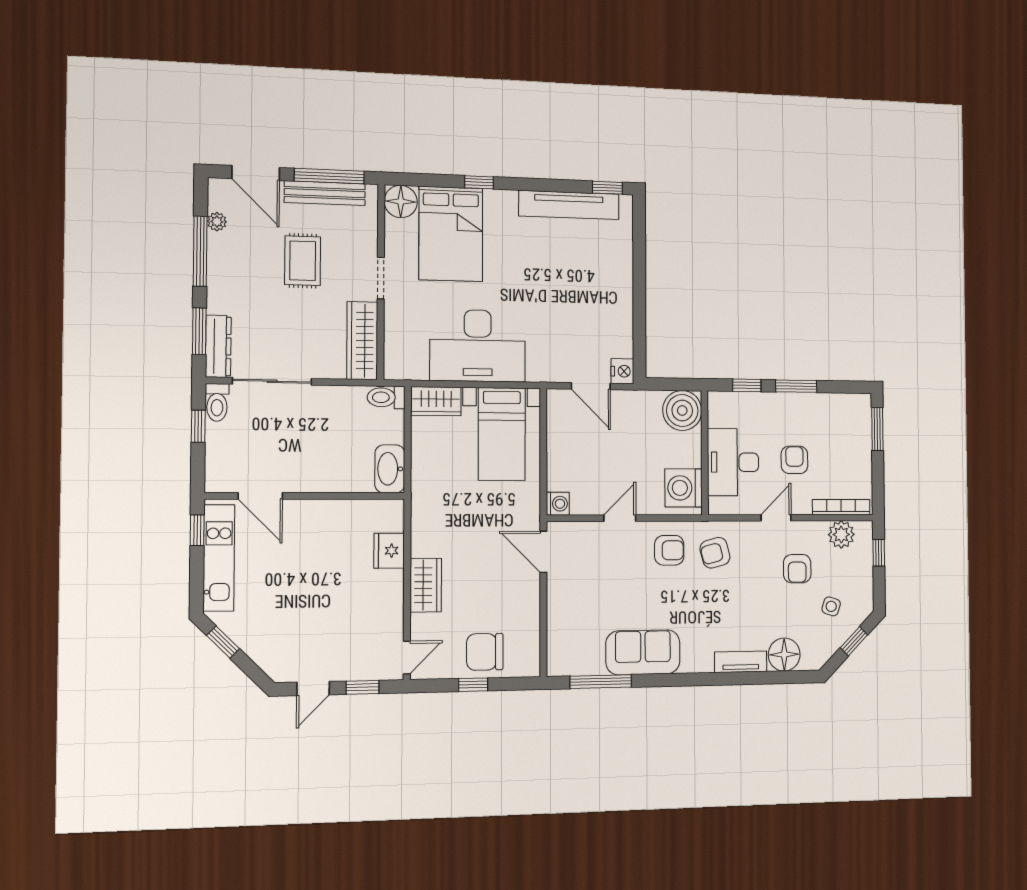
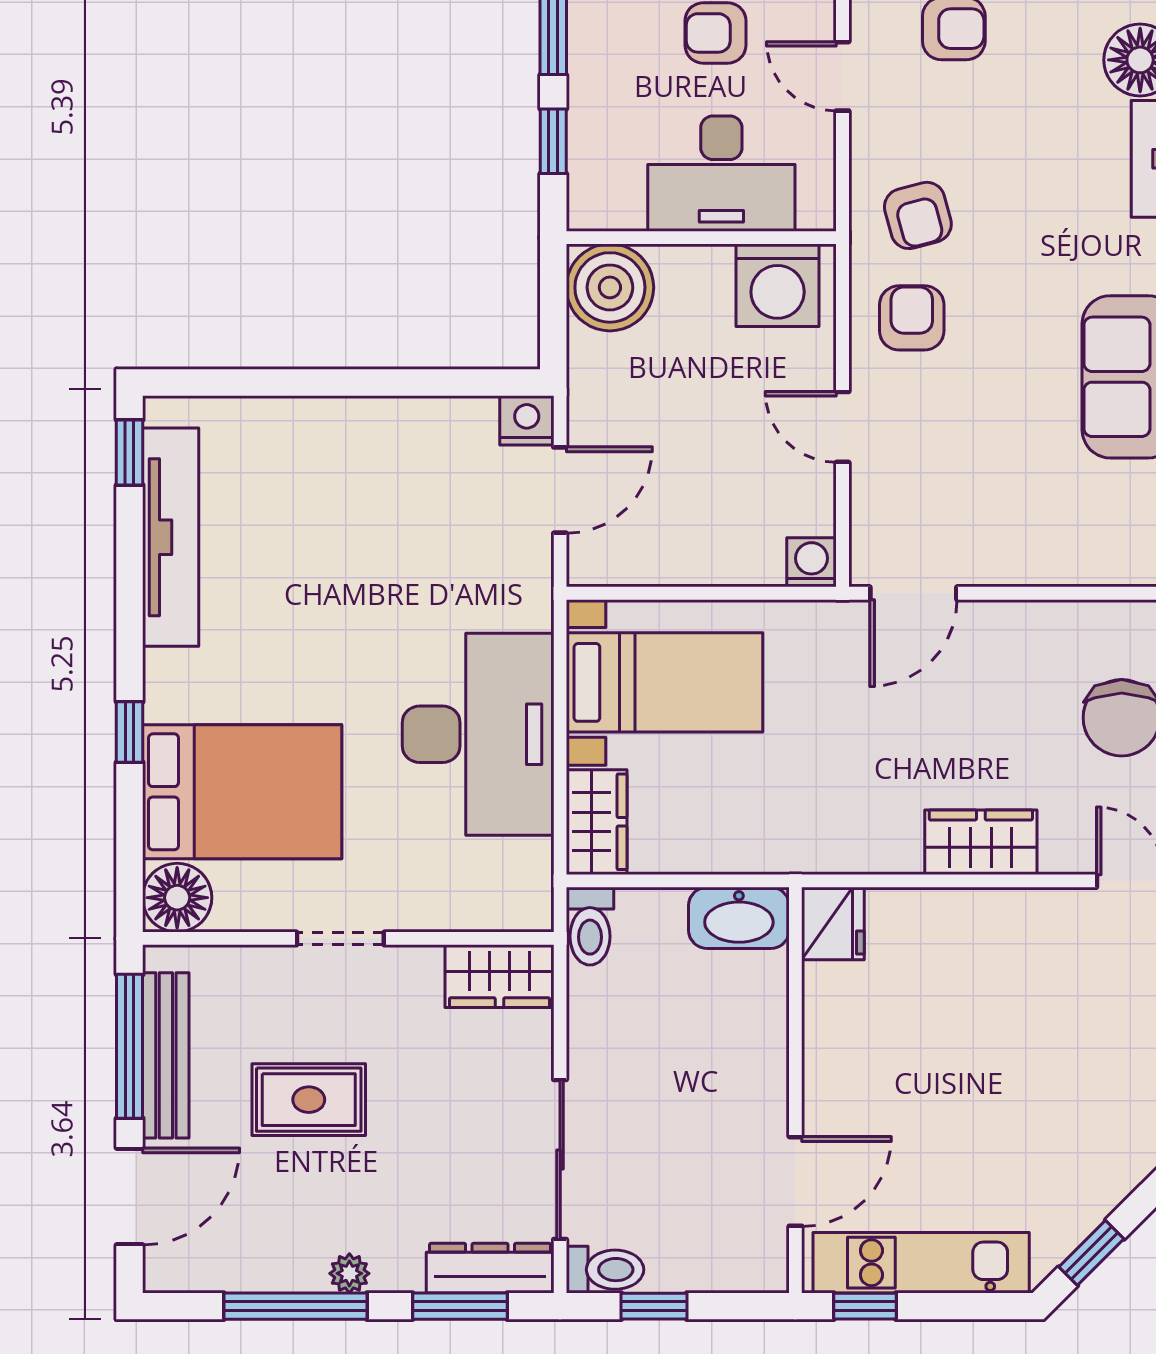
plant: (217, 222) -> (349, 1273), moved
wardrobe: (362, 341) -> (499, 976), width x0.67
fridge: (389, 551) -> (833, 924), moved, turned -90

